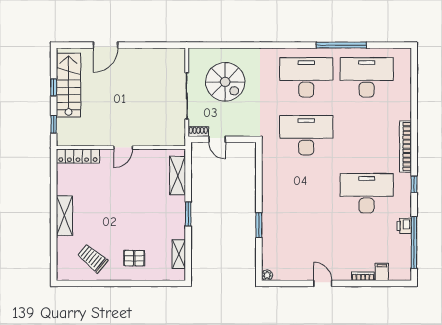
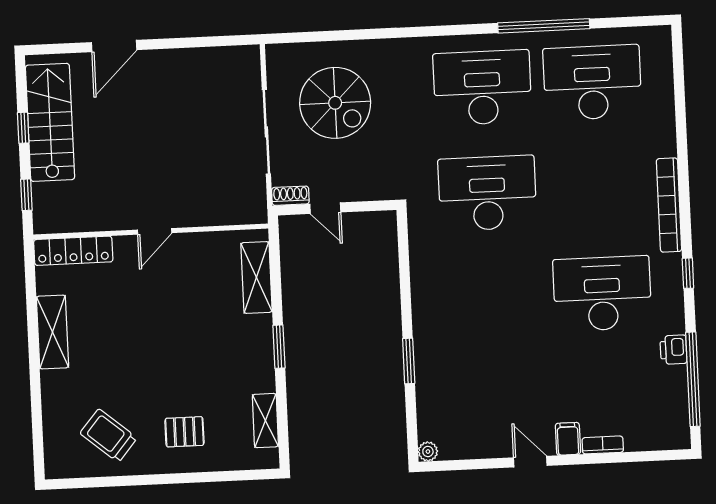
shelving: (64, 216) -> (52, 332), moved
filing cabinet: (382, 272) -> (568, 439), moved

